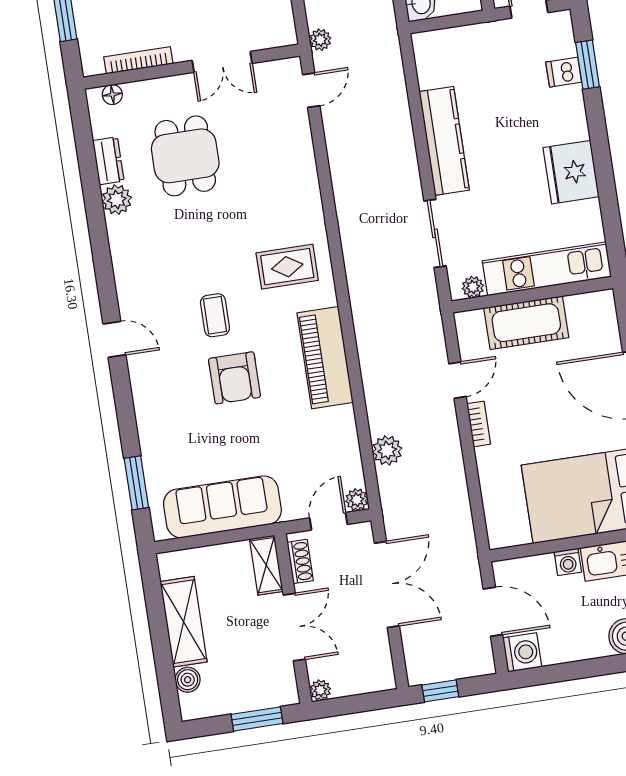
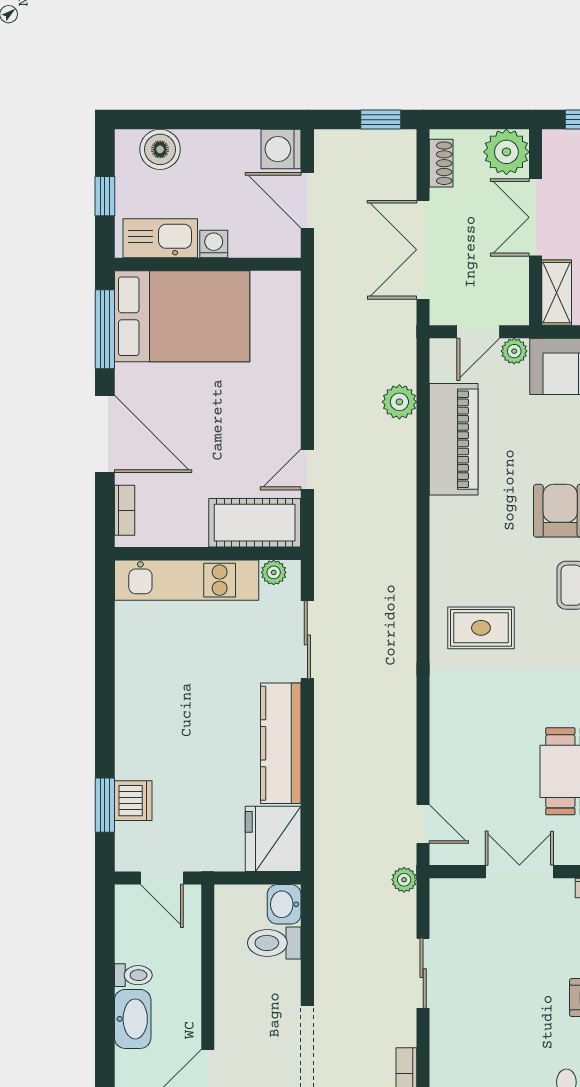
dishwasher: (564, 72) -> (133, 801), width x1.38
door: (311, 90) -> (423, 824), swing flipped
fridge: (571, 172) -> (273, 839), moved, turned 180
cot: (526, 323) -> (255, 523), moved
piano: (325, 358) -> (454, 439), moved
bookcase: (479, 424) -> (125, 510), moved, turned 180
plant: (357, 500) -> (514, 351), moved
shoe rack: (300, 561) -> (441, 163), moved, turned 180
plant: (320, 690) -> (506, 152), width x1.88, depth x1.88

